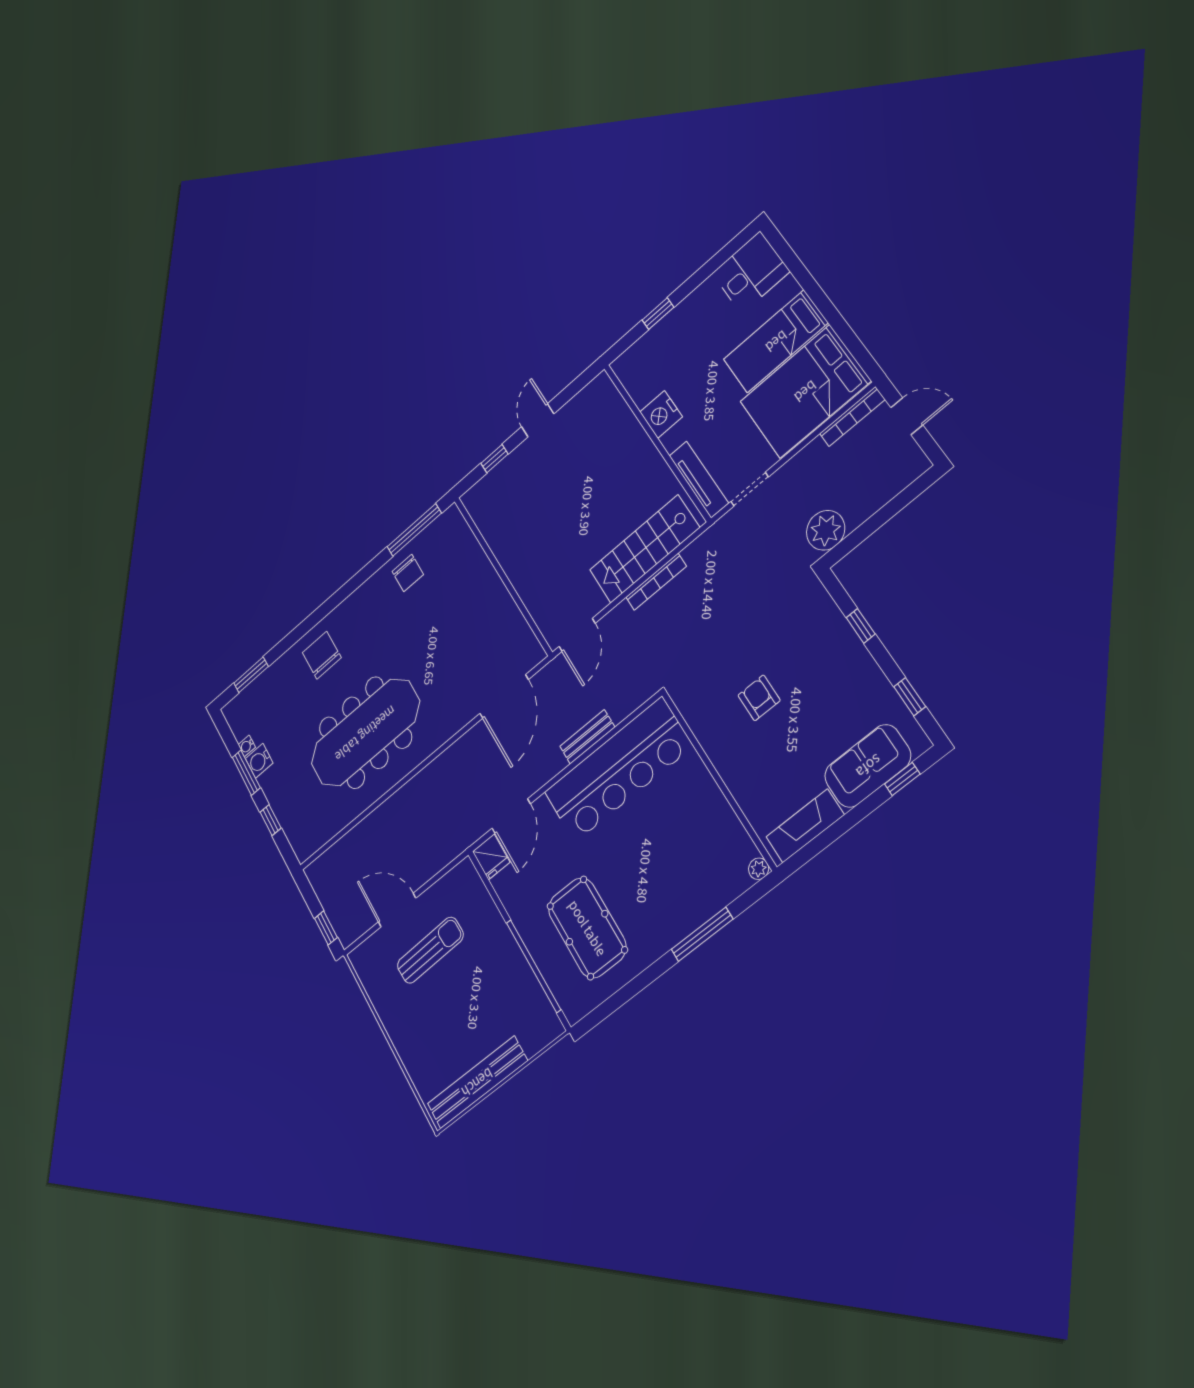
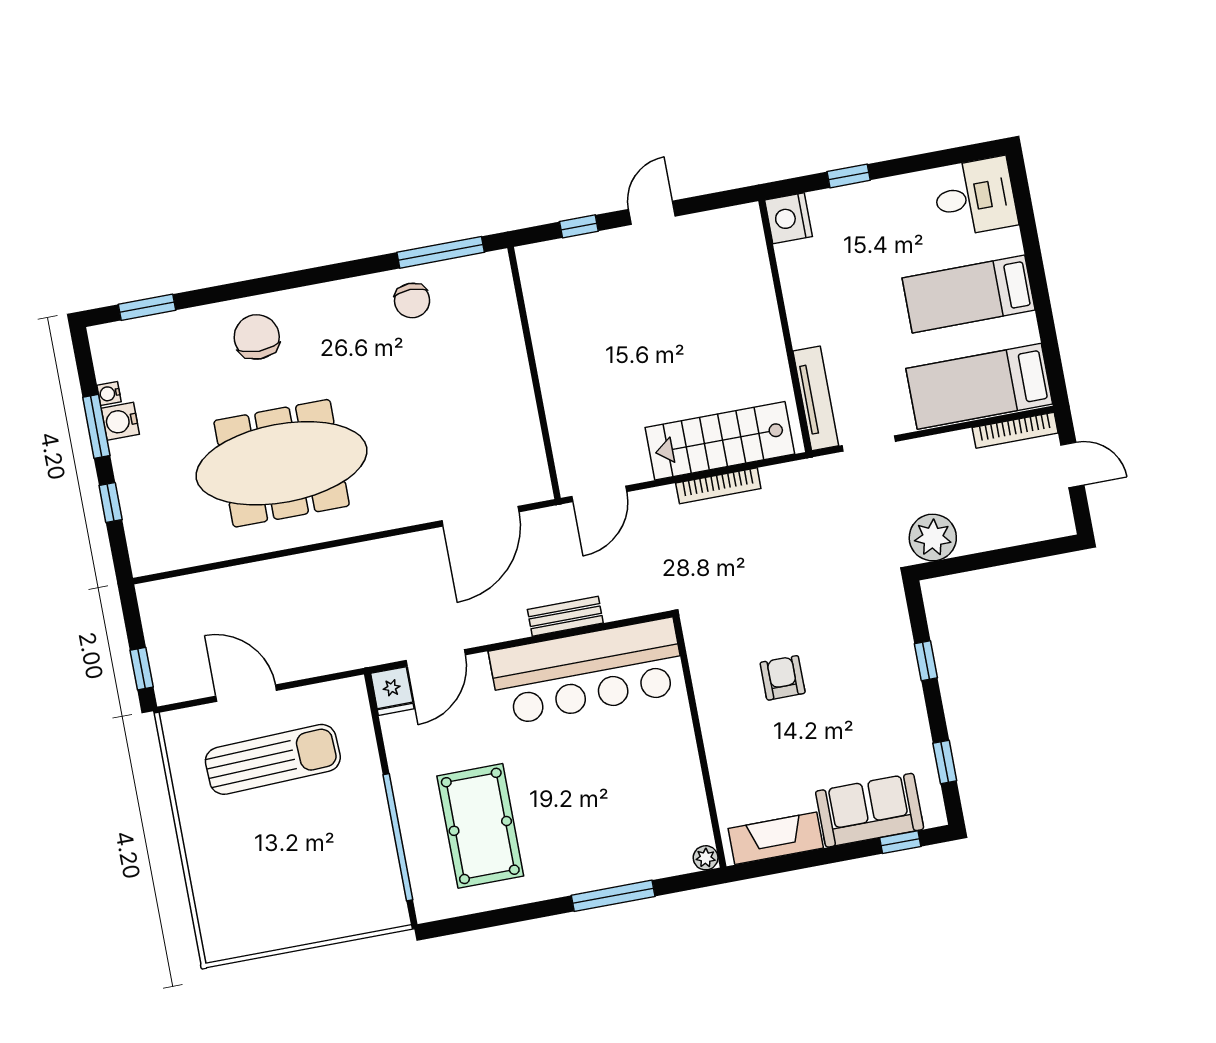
bed: (805, 391) -> (979, 386), width x0.67
nightstand: (661, 414) -> (789, 218), moved
sun lounger: (430, 950) -> (273, 759), width x1.36, depth x1.34
bench: (477, 1082) -> (278, 932), removed

